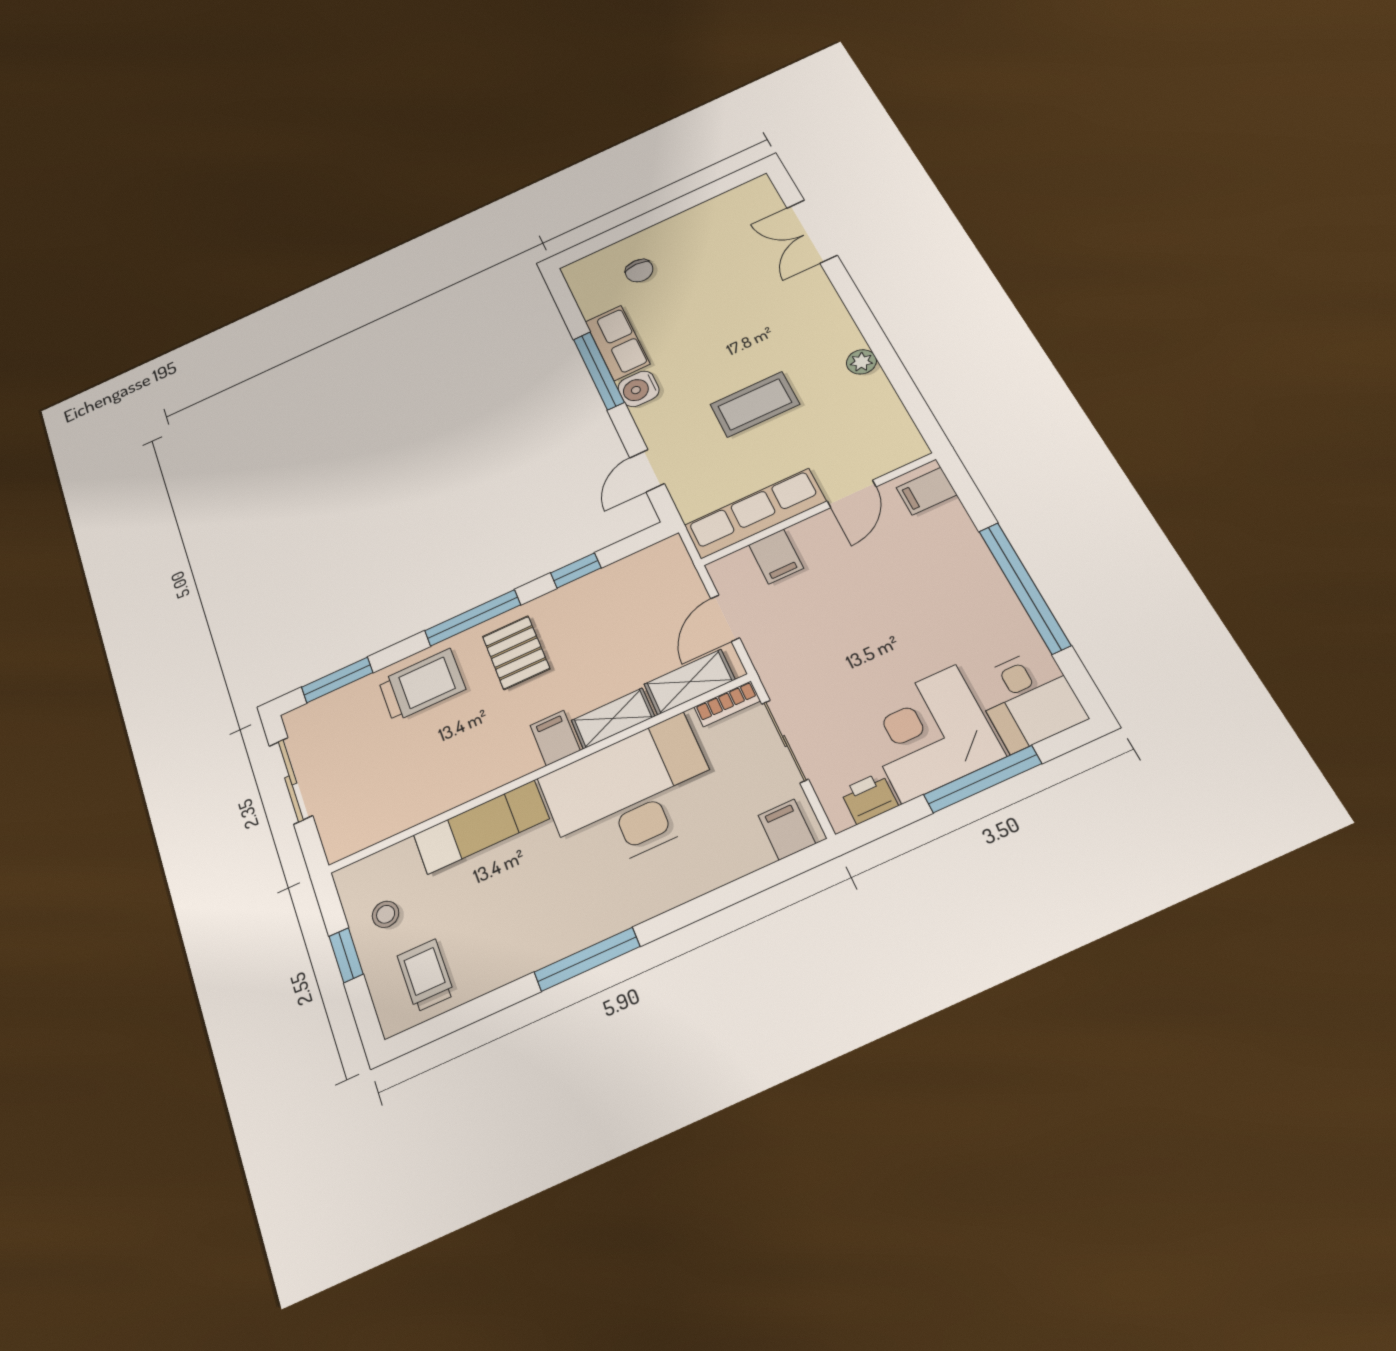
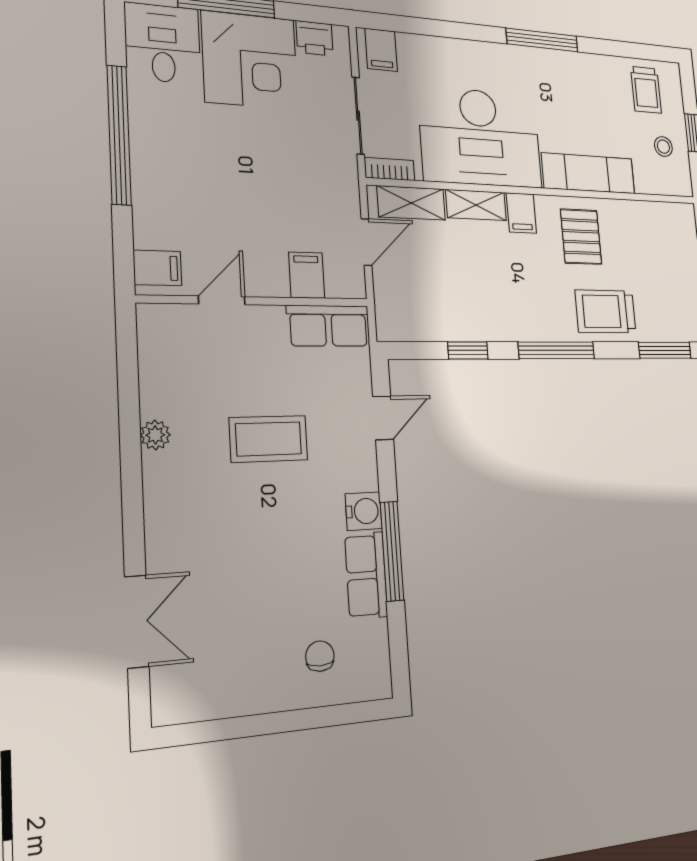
row of seats: (755, 513) -> (328, 326), width x0.68
pallet: (516, 653) -> (581, 237), moved

